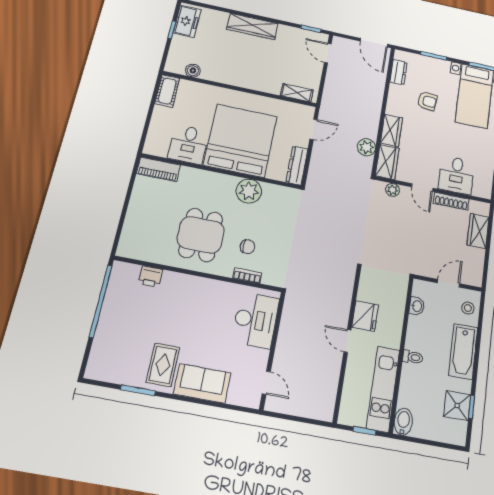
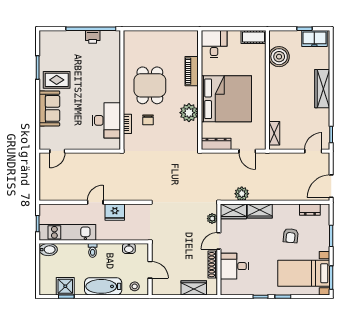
boiler: (193, 71) -> (279, 57), width x1.86, depth x1.86
desk: (189, 144) -> (214, 44), moved, turned 90
piano: (159, 169) -> (192, 71), moved
dining table: (201, 235) -> (150, 85), turned 90
printer: (151, 277) -> (93, 37), moved, turned -90
desk: (255, 320) -> (106, 120), moved, turned -90

